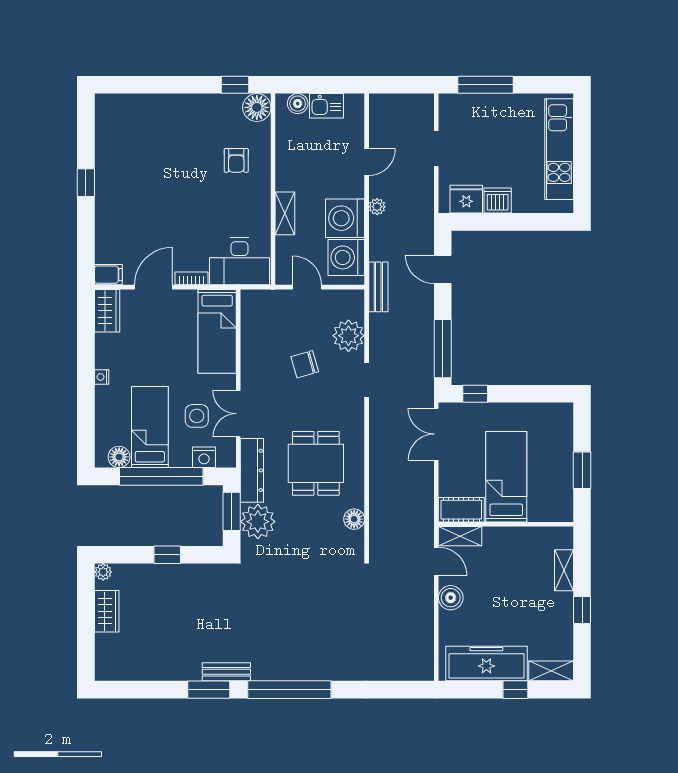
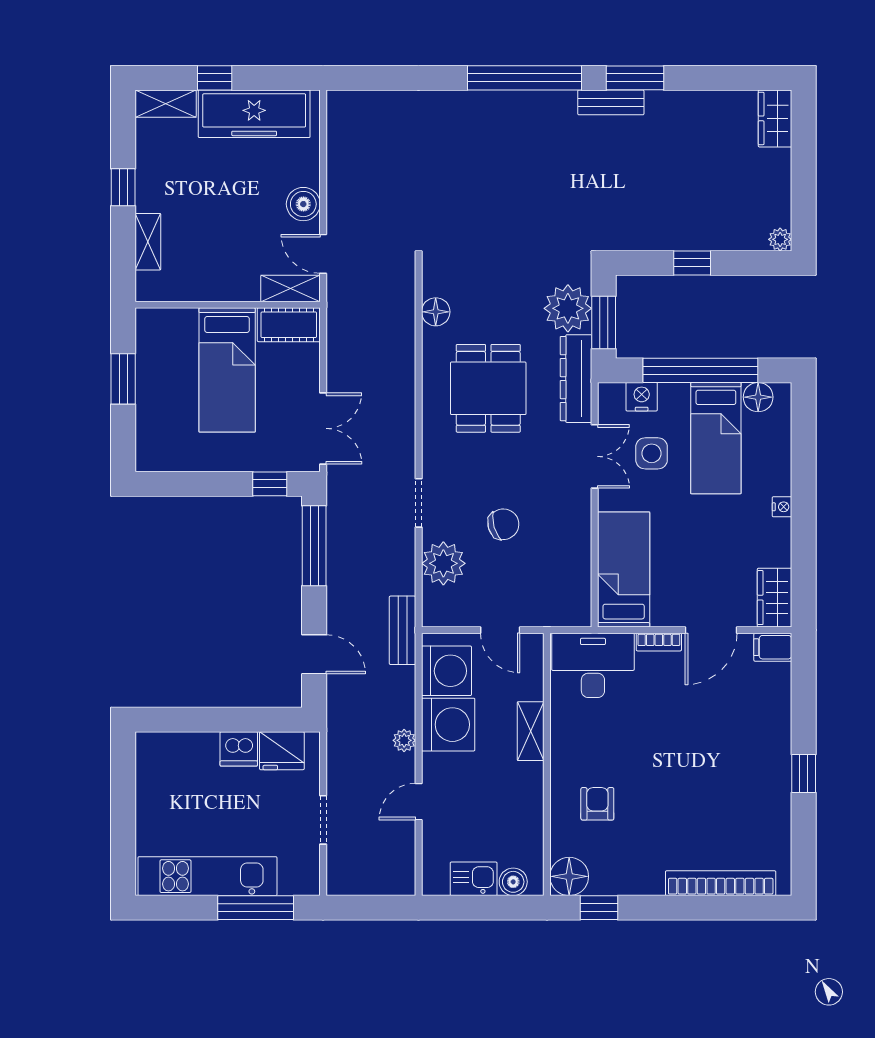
bookcase: (146, 103) -> (721, 883), added
kitchen unit: (559, 149) -> (207, 876), moved, turned -90
wardrobe: (107, 611) -> (775, 118), moved

